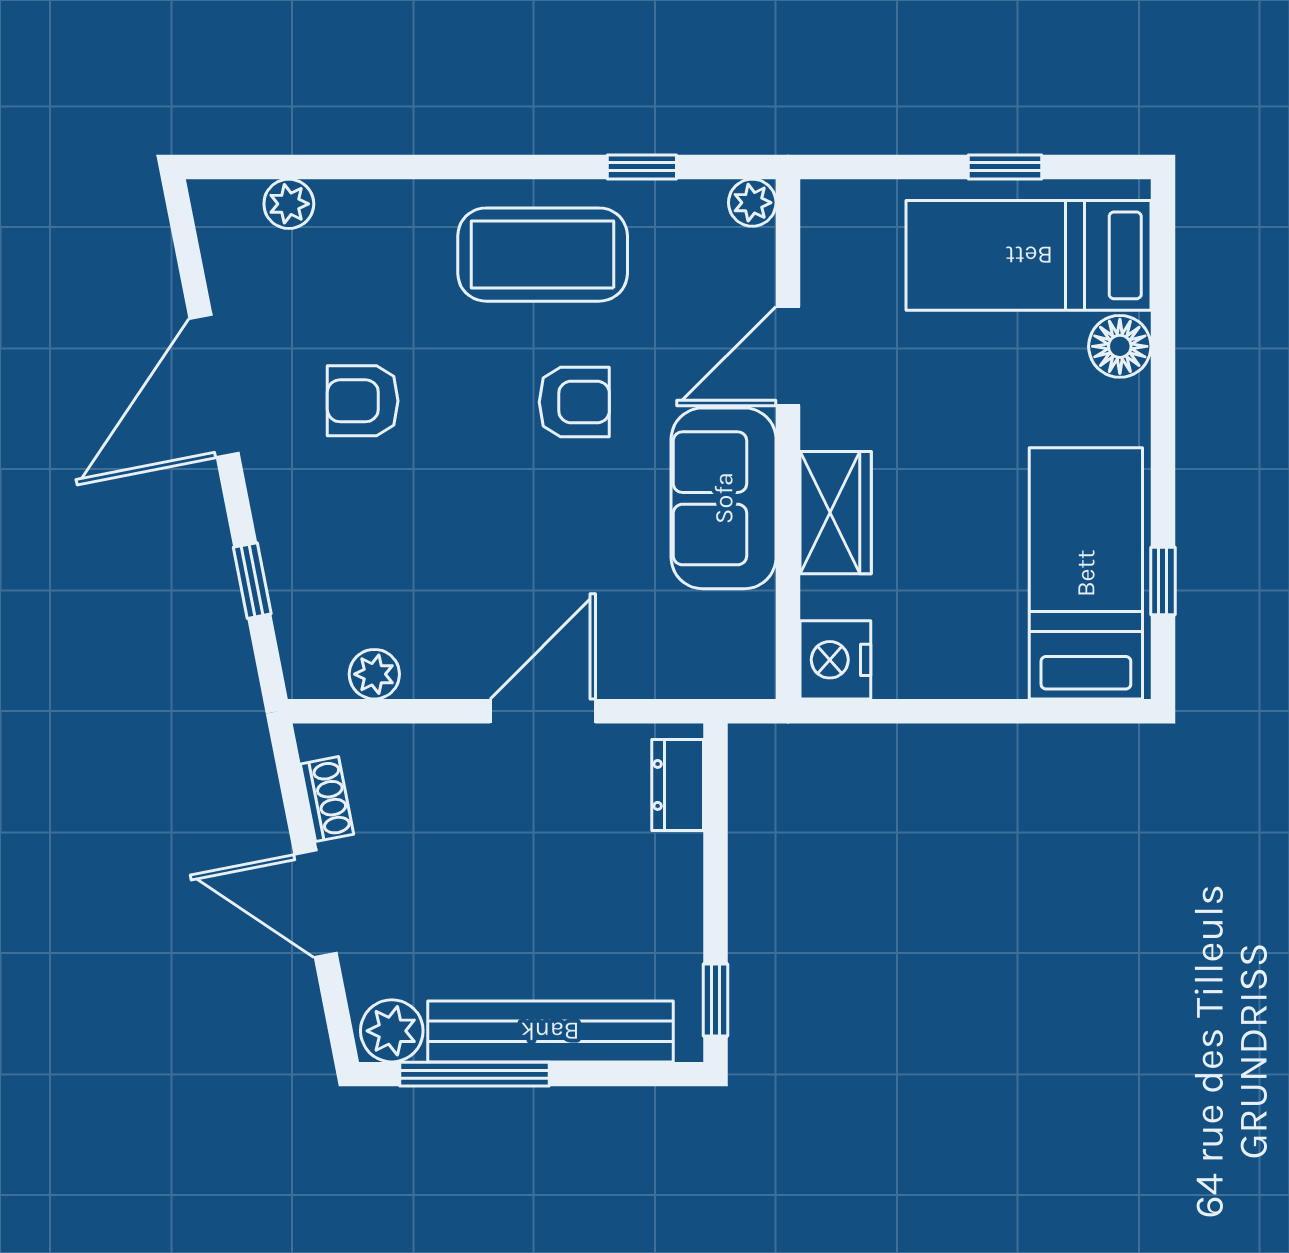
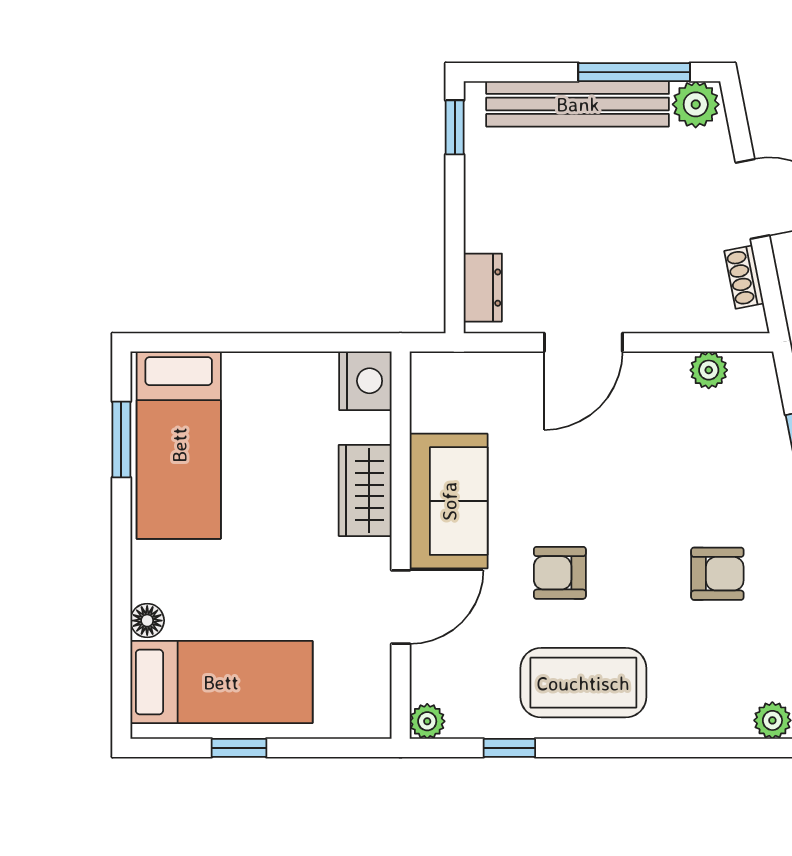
floor lamp: (1120, 346) -> (147, 621), width x0.73, depth x0.73
window: (1163, 581) -> (121, 439), width x1.50

